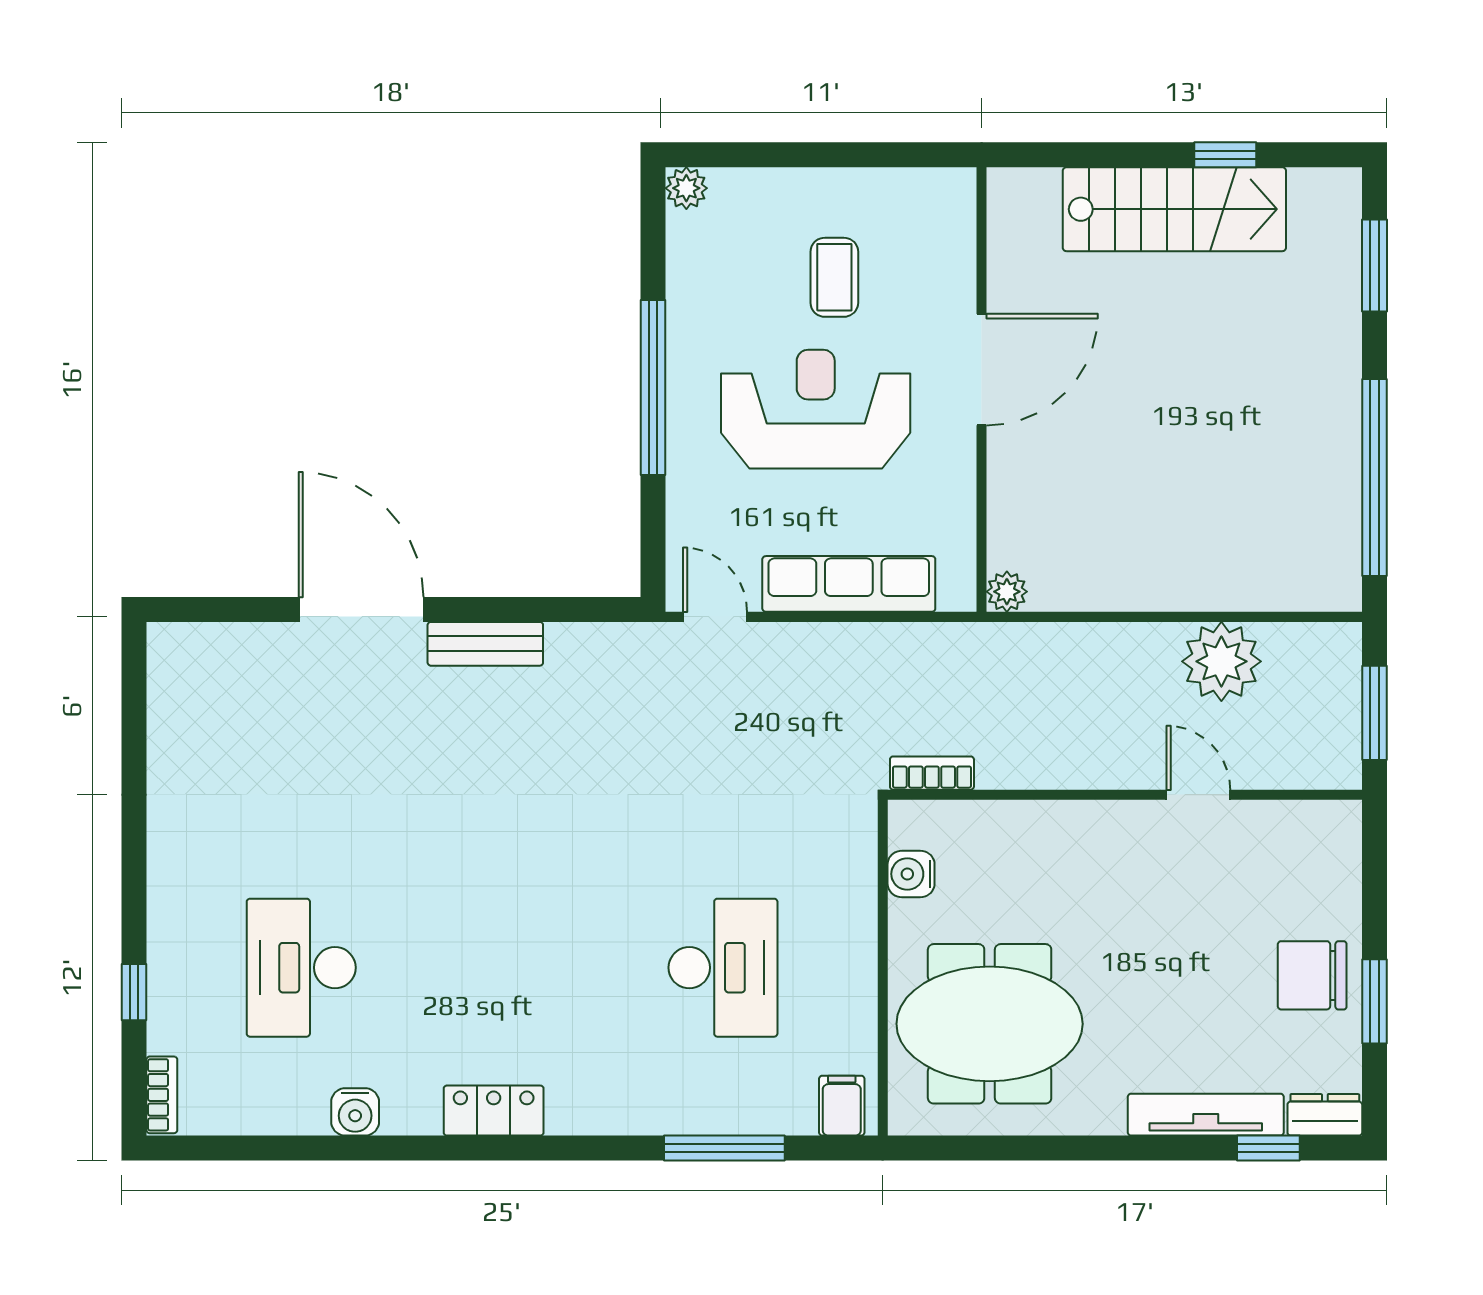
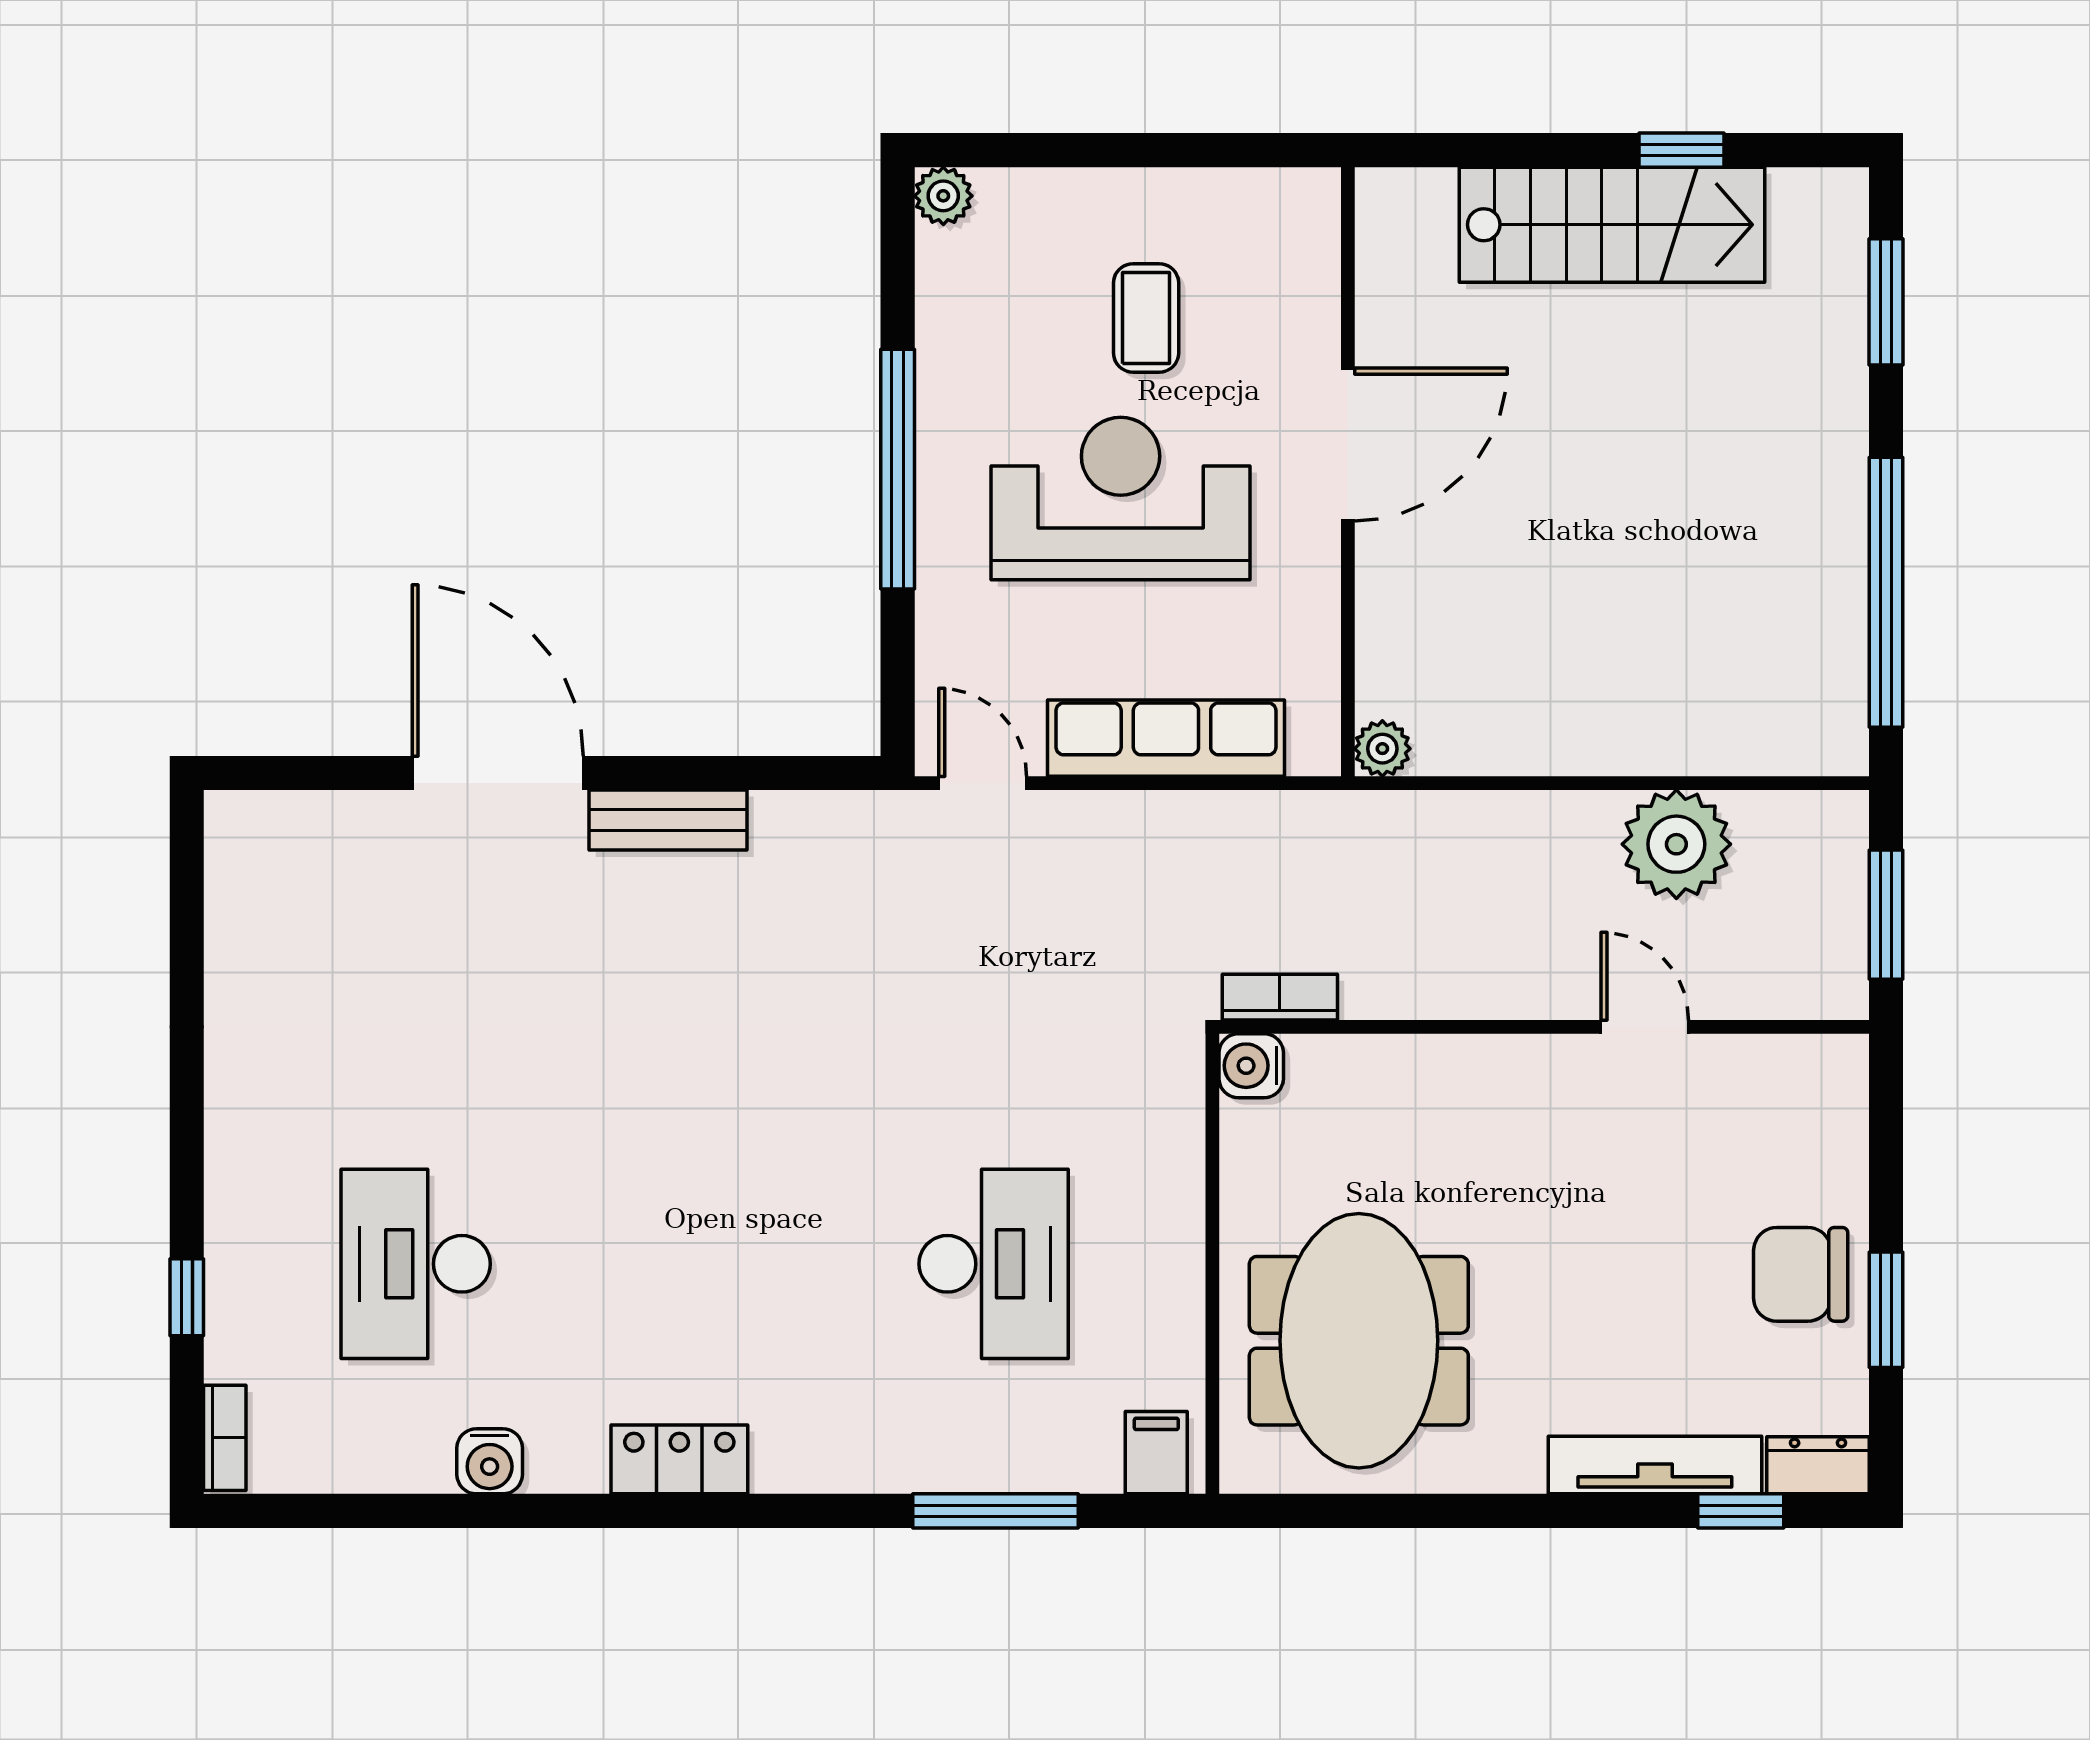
water cooler: (911, 874) -> (1251, 1066), moved
meeting table: (990, 1024) -> (1359, 1341), turned 90

